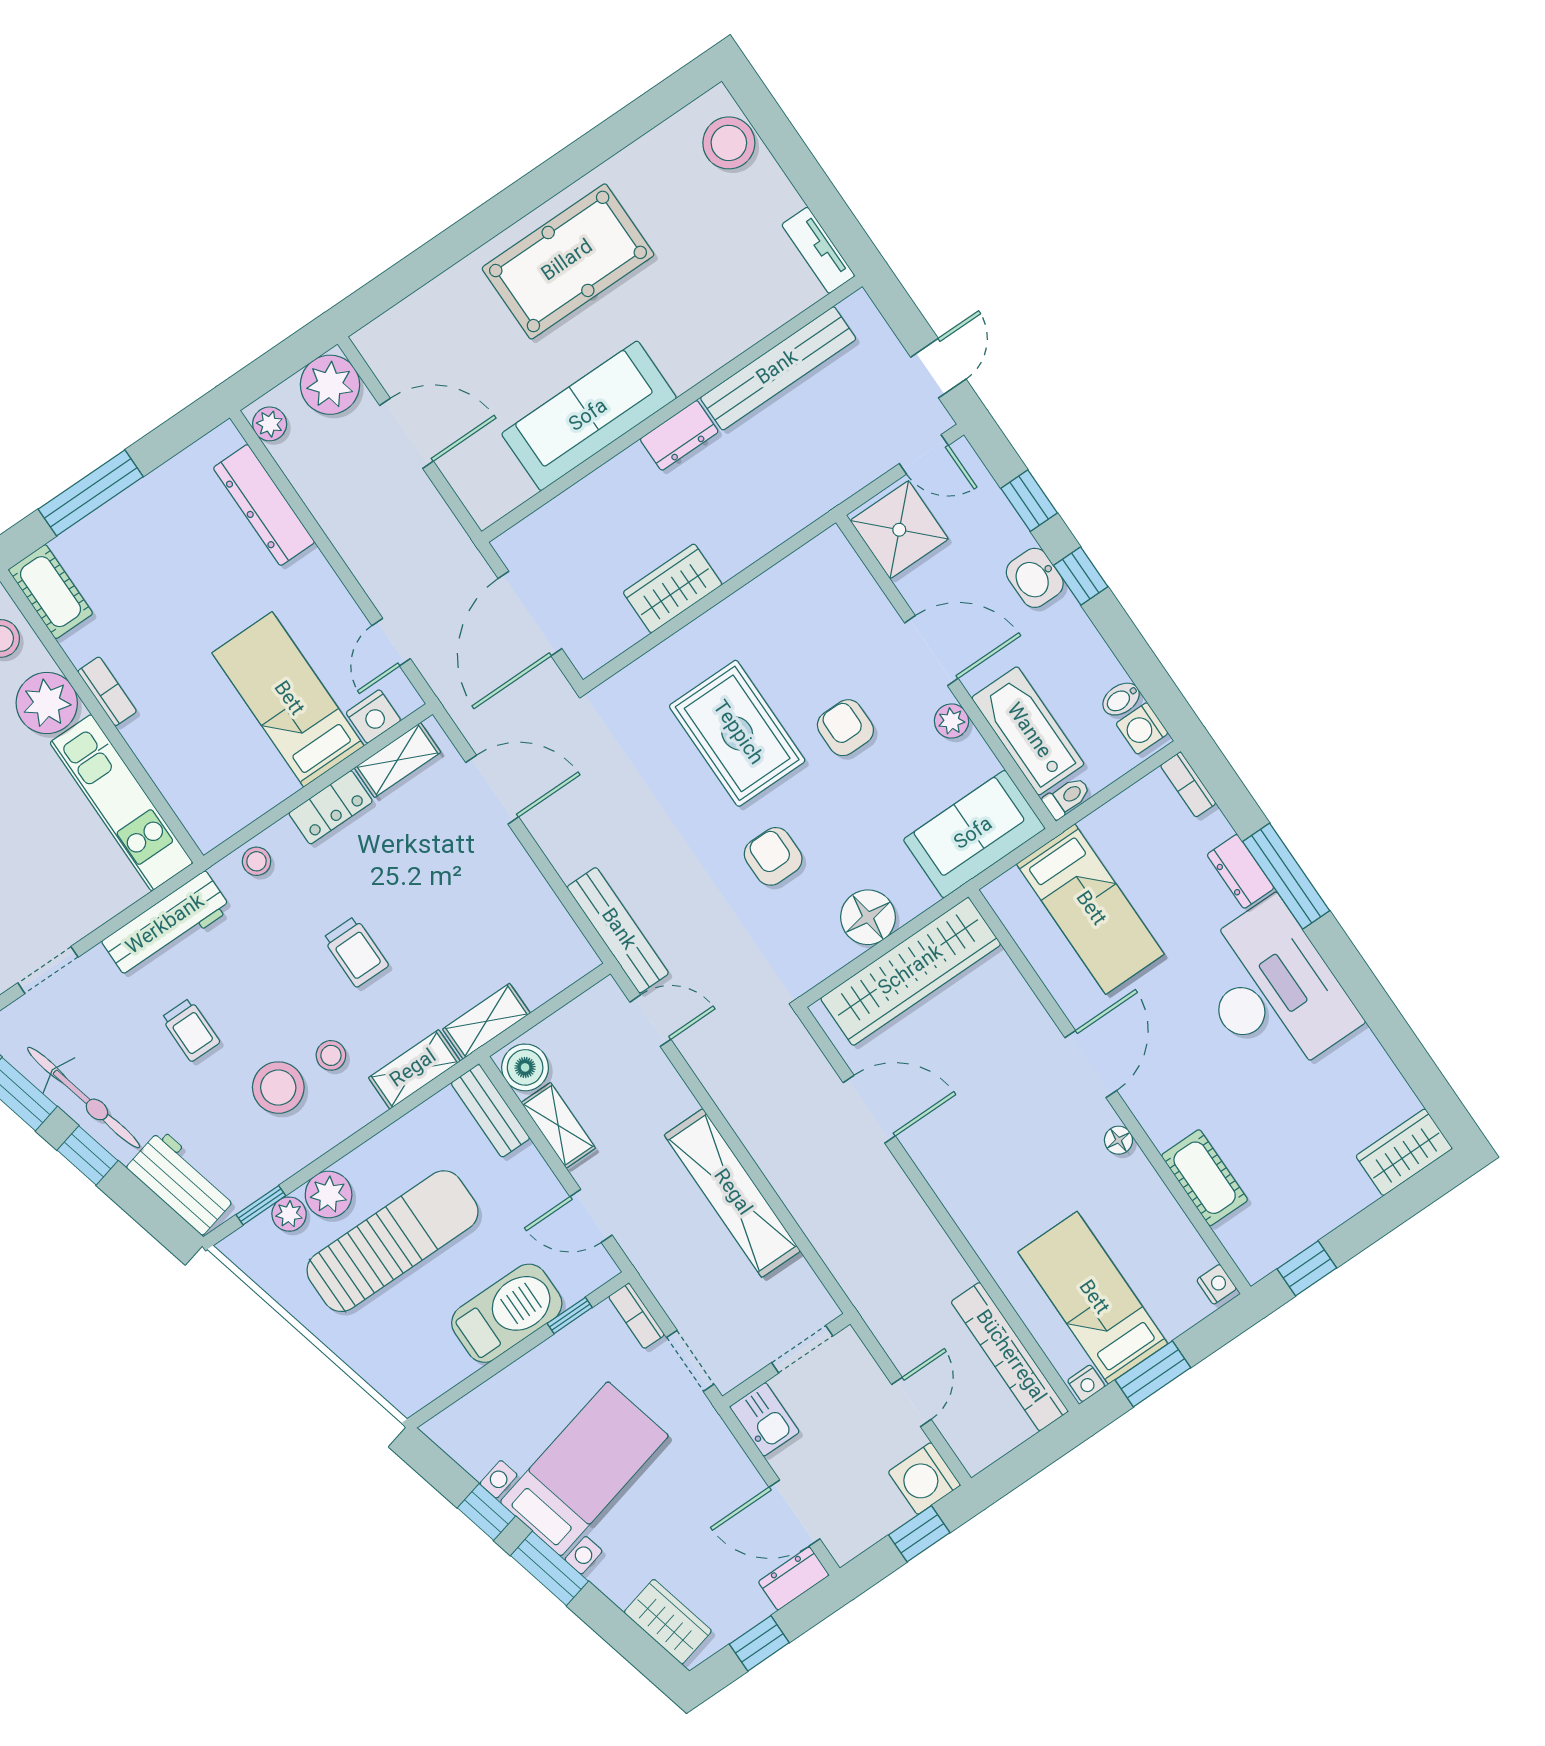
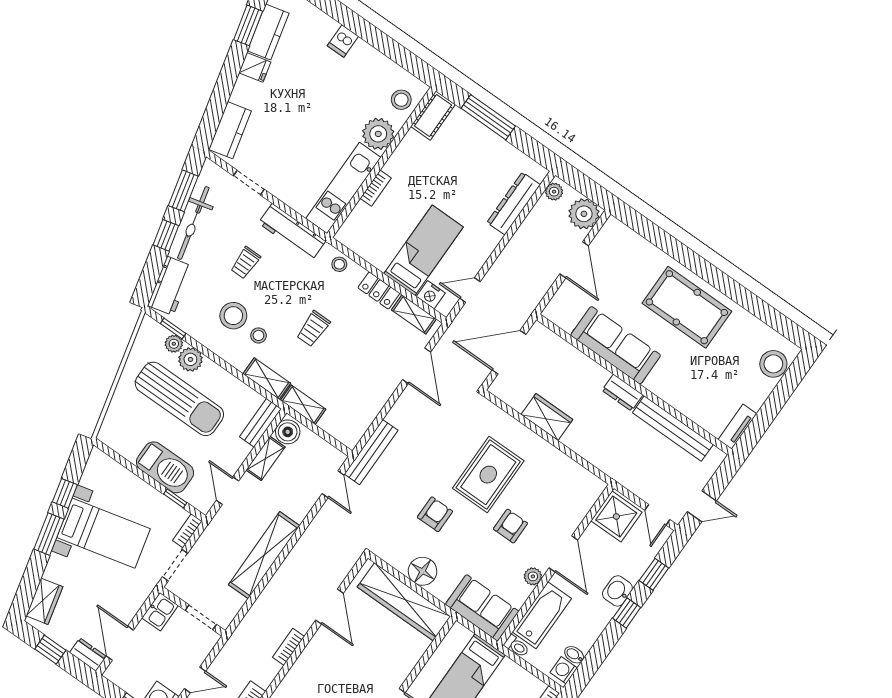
bookcase: (107, 691) -> (376, 188), moved
bookcase: (914, 1211) -> (288, 647), added

